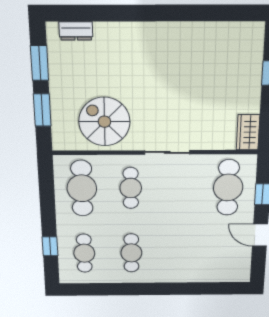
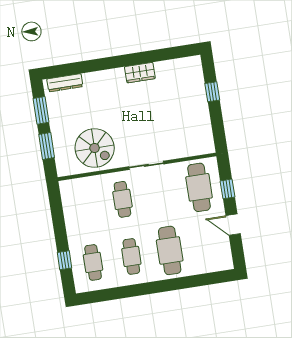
dresser: (76, 31) -> (65, 83), width x1.44
spiral stairs: (104, 122) -> (95, 148), turned 180
wardrobe: (248, 132) -> (140, 73), moved, turned -90
cafe table: (82, 188) -> (170, 250), moved

